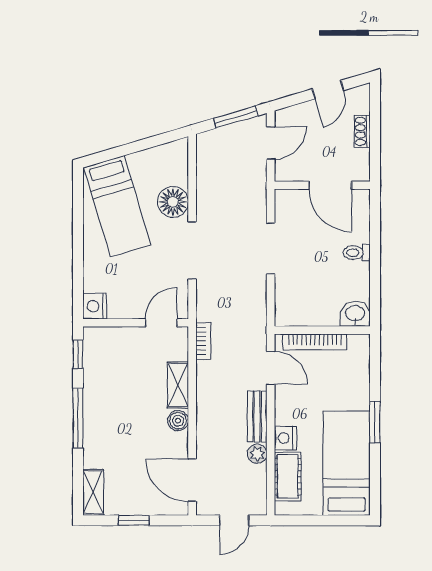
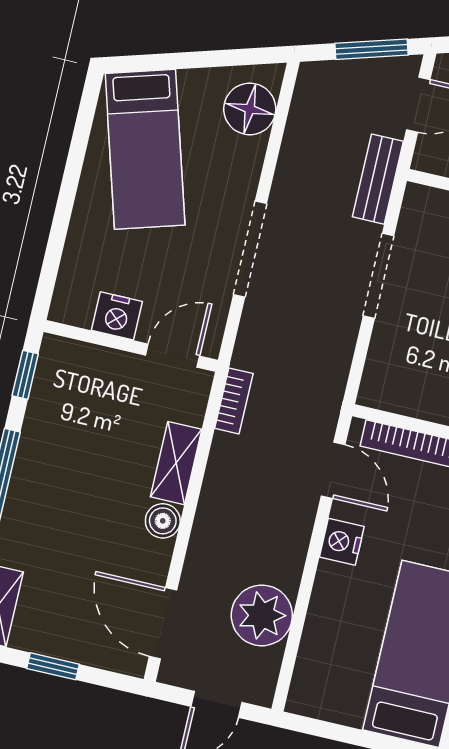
floor lamp: (173, 202) -> (250, 109), moved
nightstand: (95, 306) -> (117, 316), moved, turned -90
bench: (257, 417) -> (378, 179), moved
nightstand: (285, 438) -> (342, 542), moved
plant: (257, 454) -> (262, 615), width x1.88, depth x1.88
cot: (288, 477) -> (320, 653), removed

